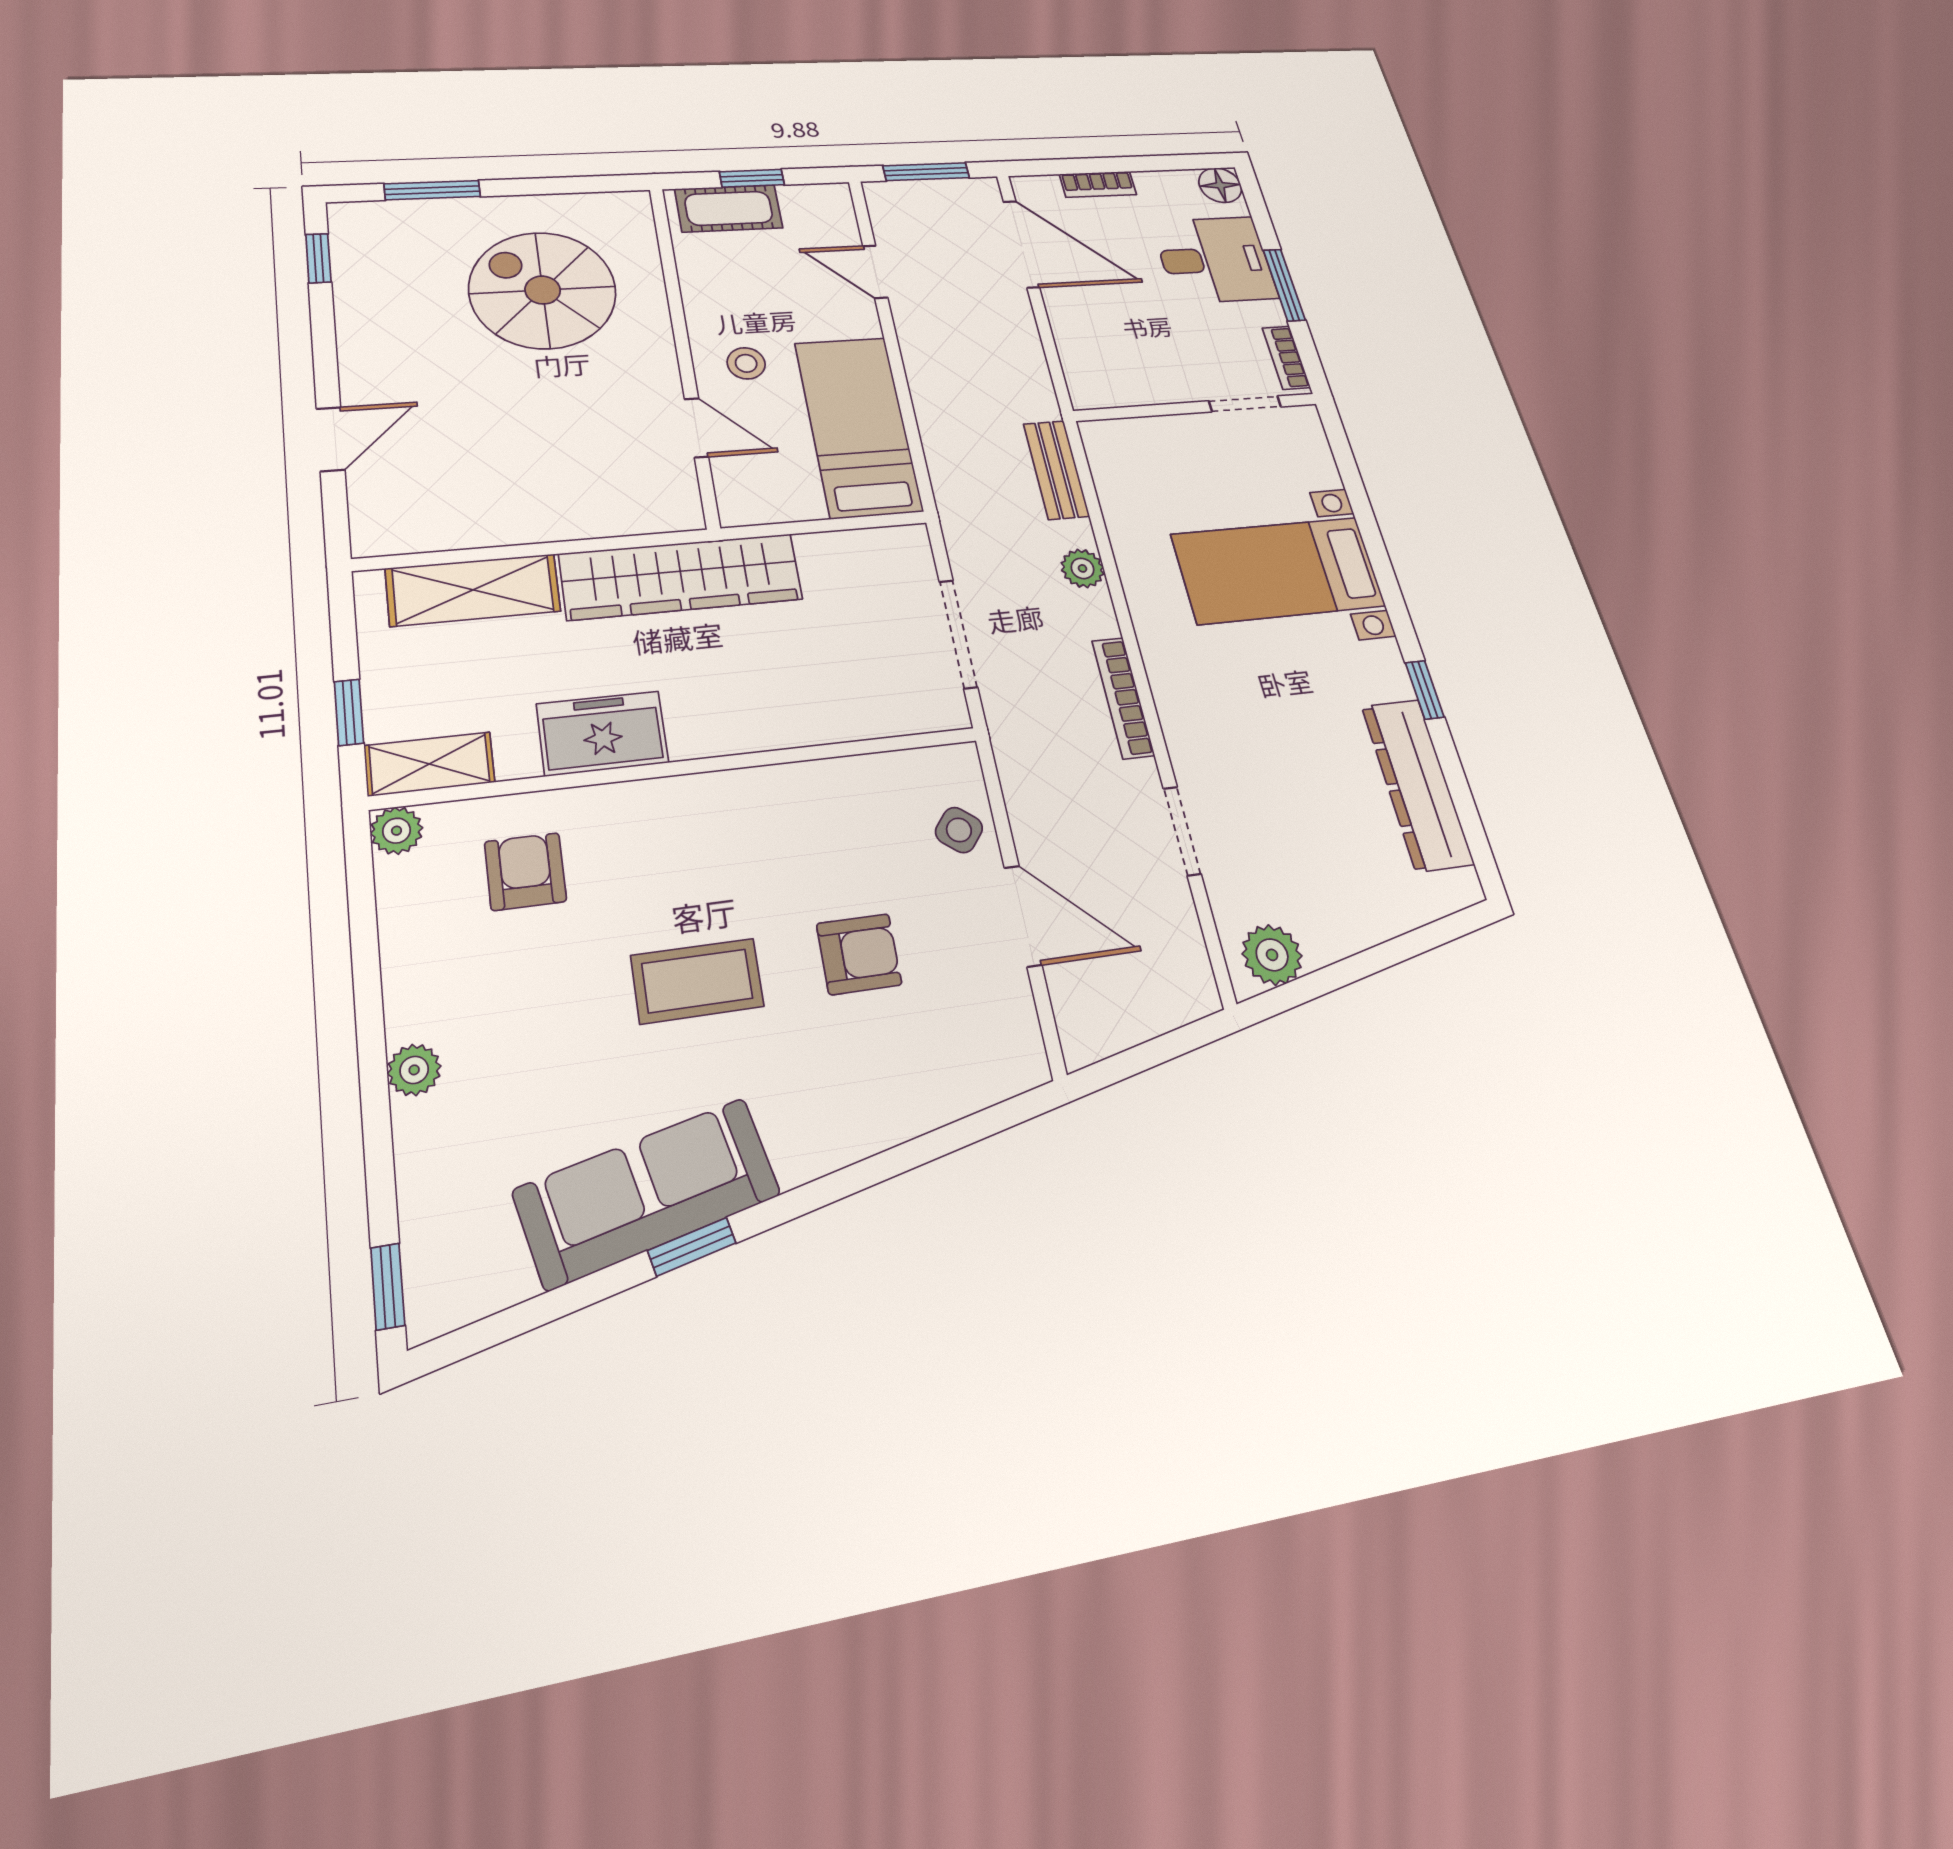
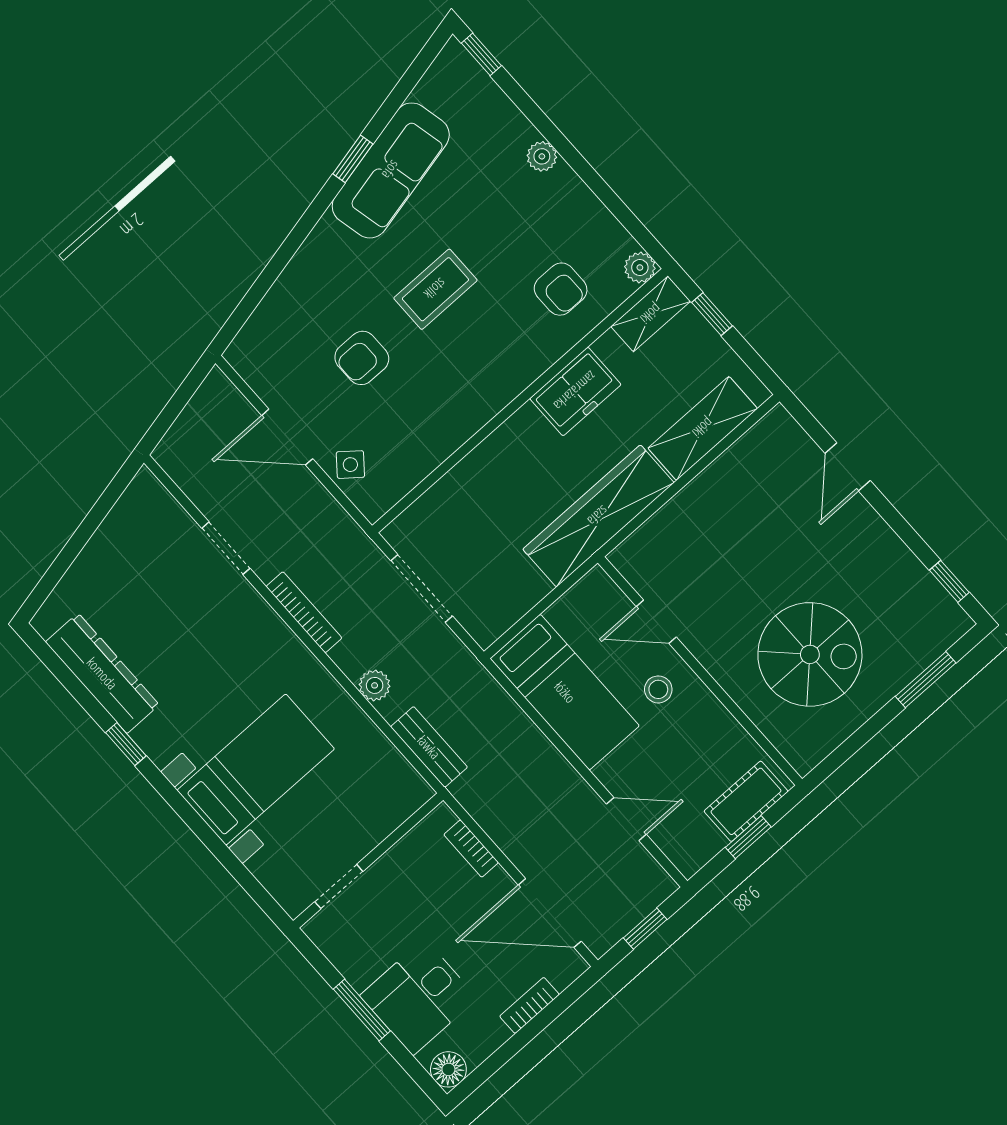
window: (926, 172) -> (645, 929), width x0.67
bookcase: (1286, 358) -> (471, 849), moved, turned 180
plant: (1272, 955) -> (138, 505), removed

